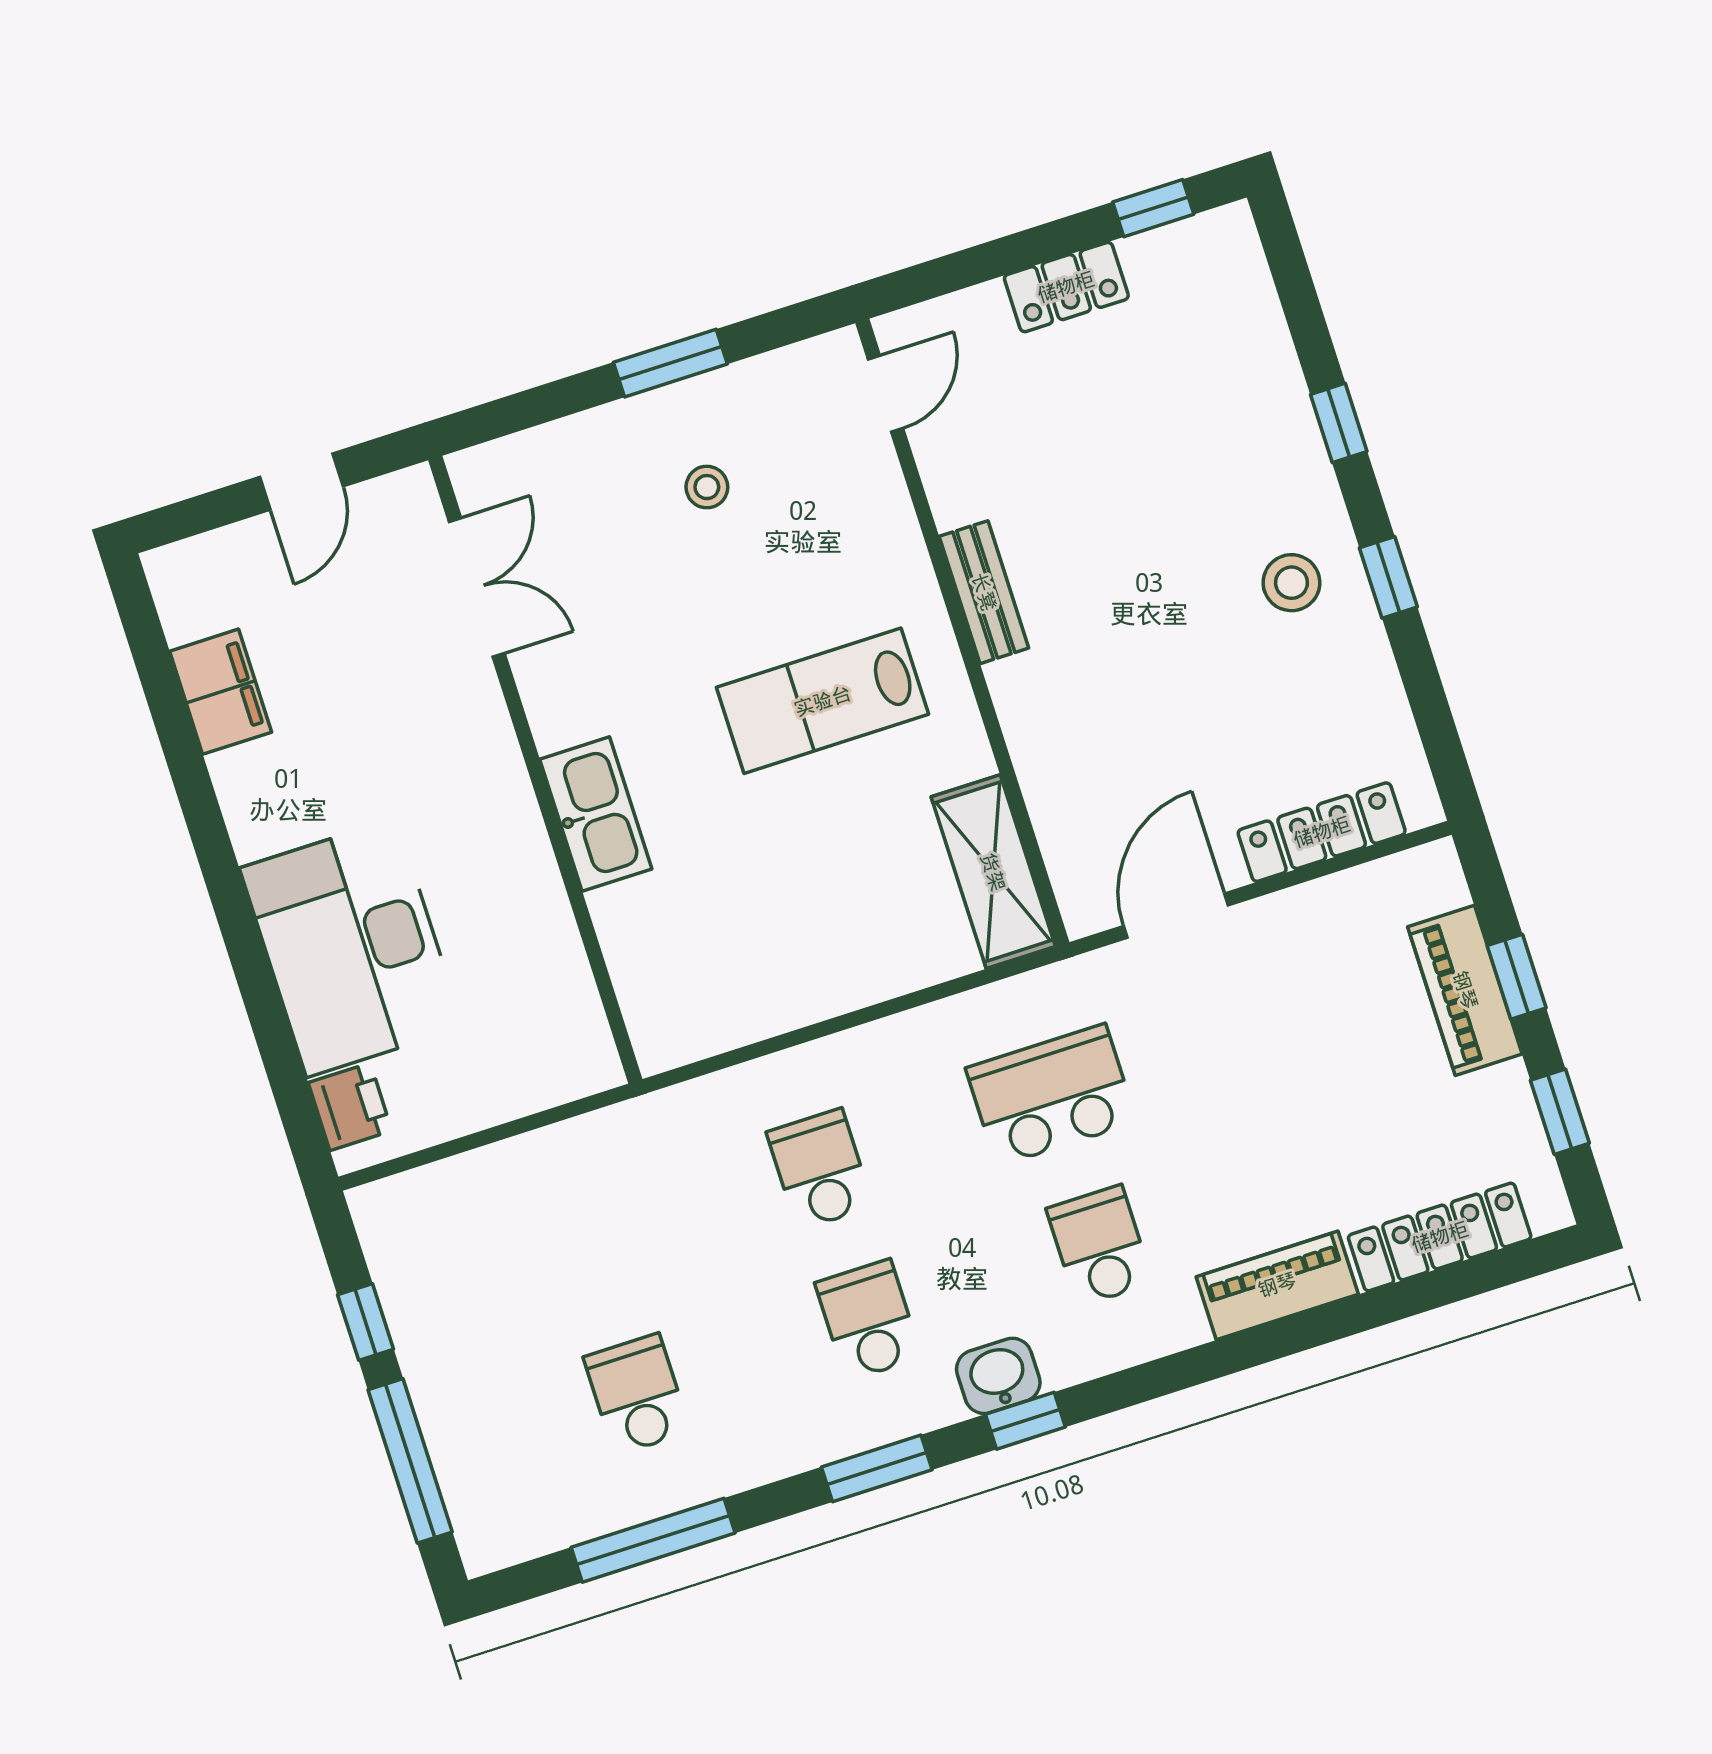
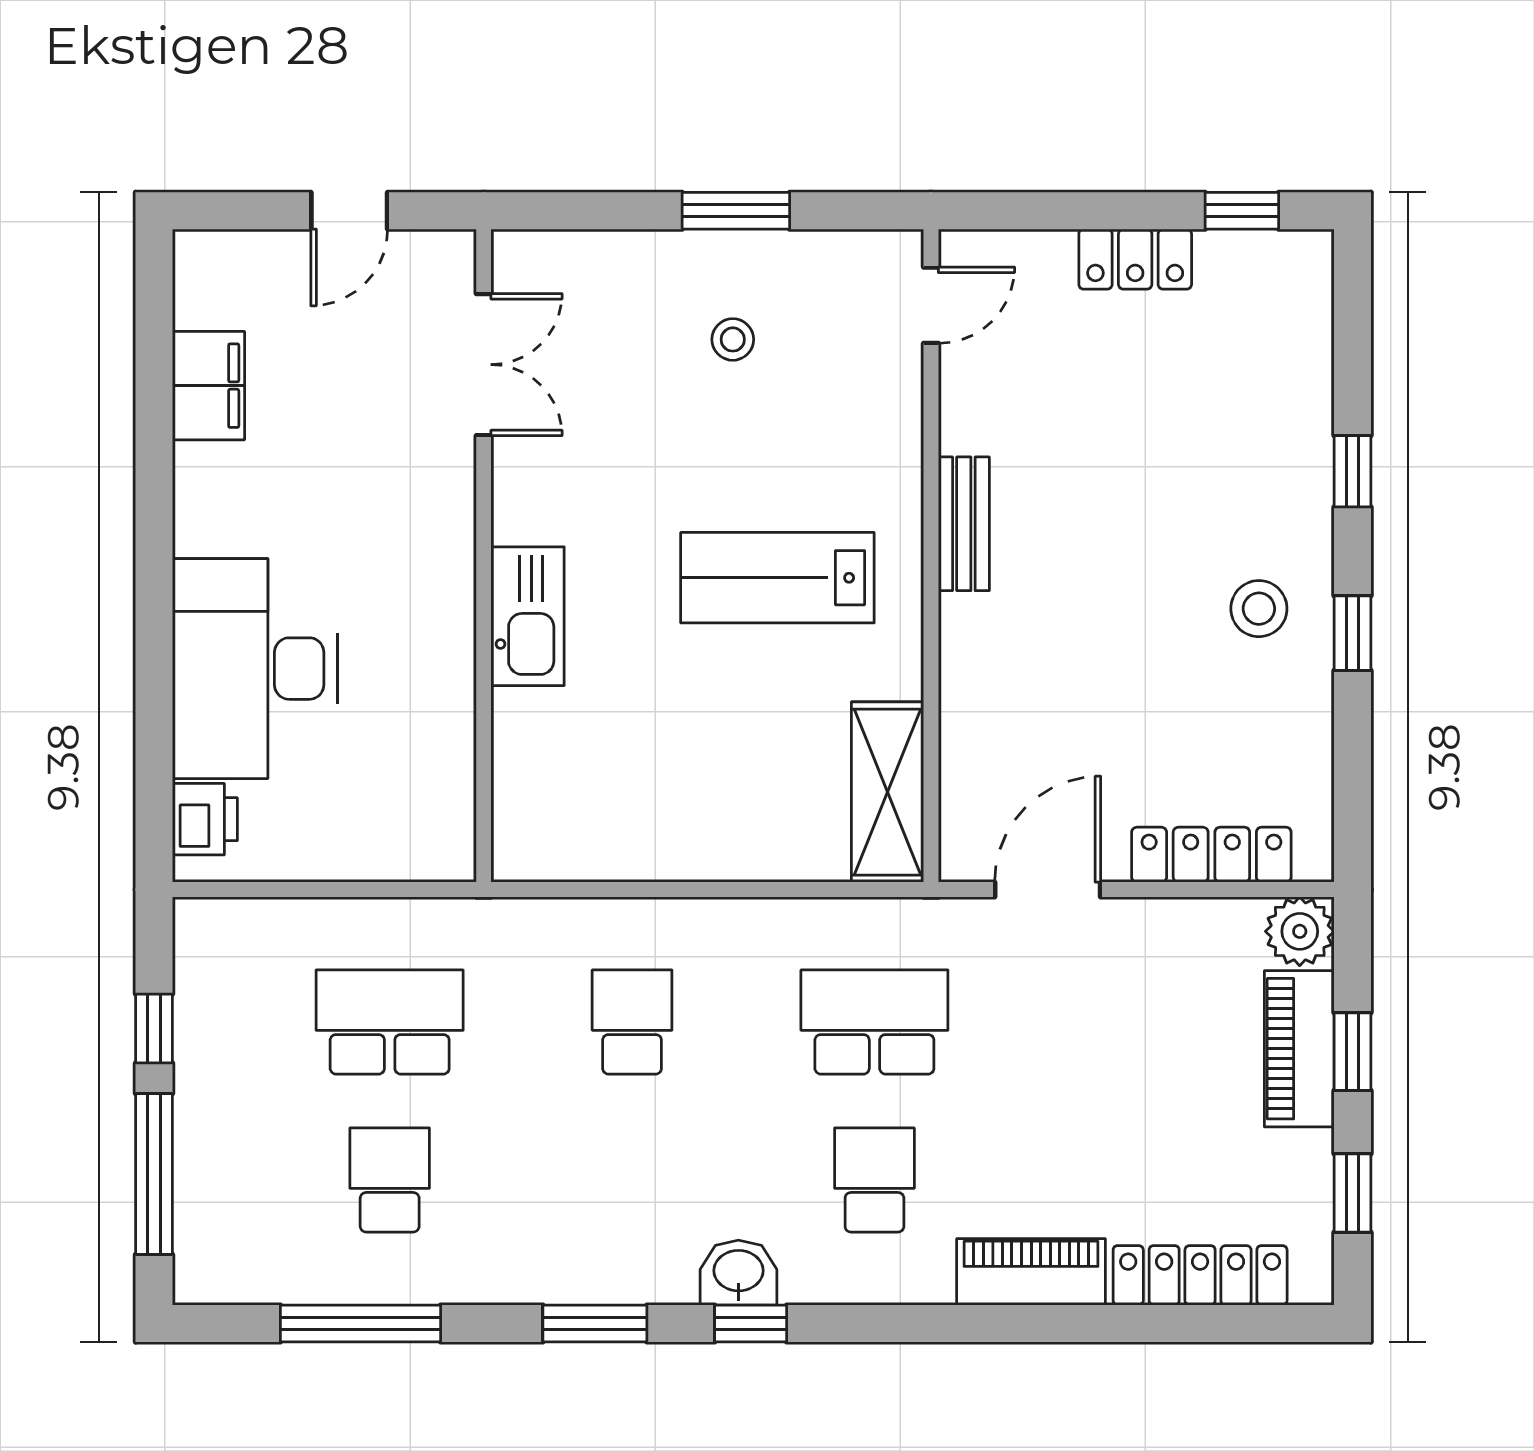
plant: (1429, 878) -> (1300, 931), added
school desk: (868, 1320) -> (390, 1022), moved, width x1.85

